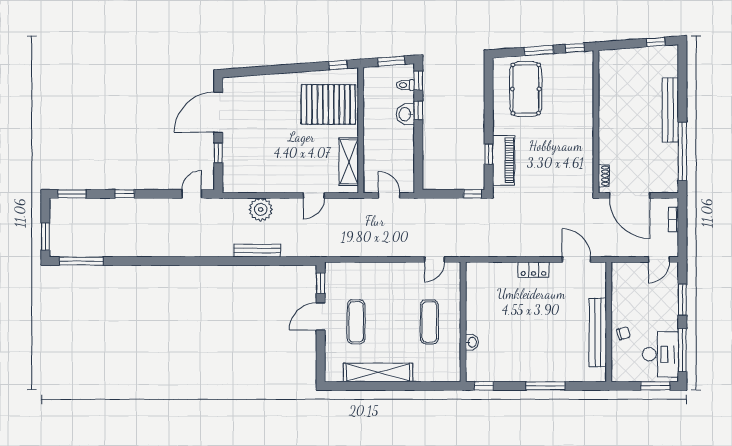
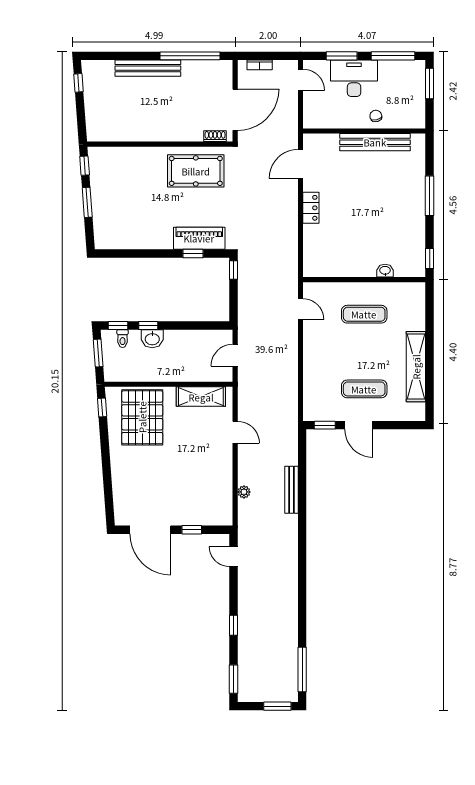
pool table: (526, 89) -> (196, 171), moved
plant: (261, 209) -> (244, 492), width x0.53, depth x0.53
desk: (660, 354) -> (354, 78), moved

